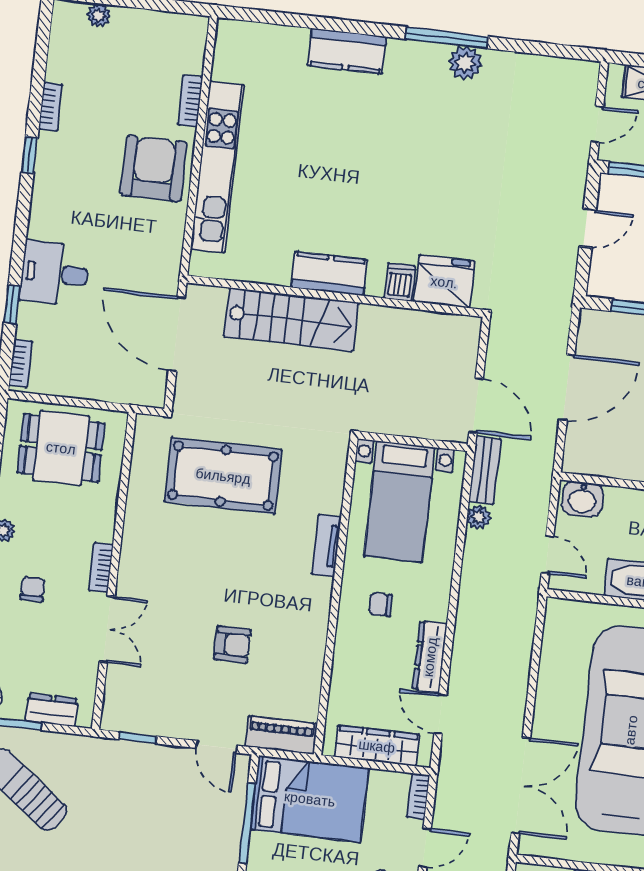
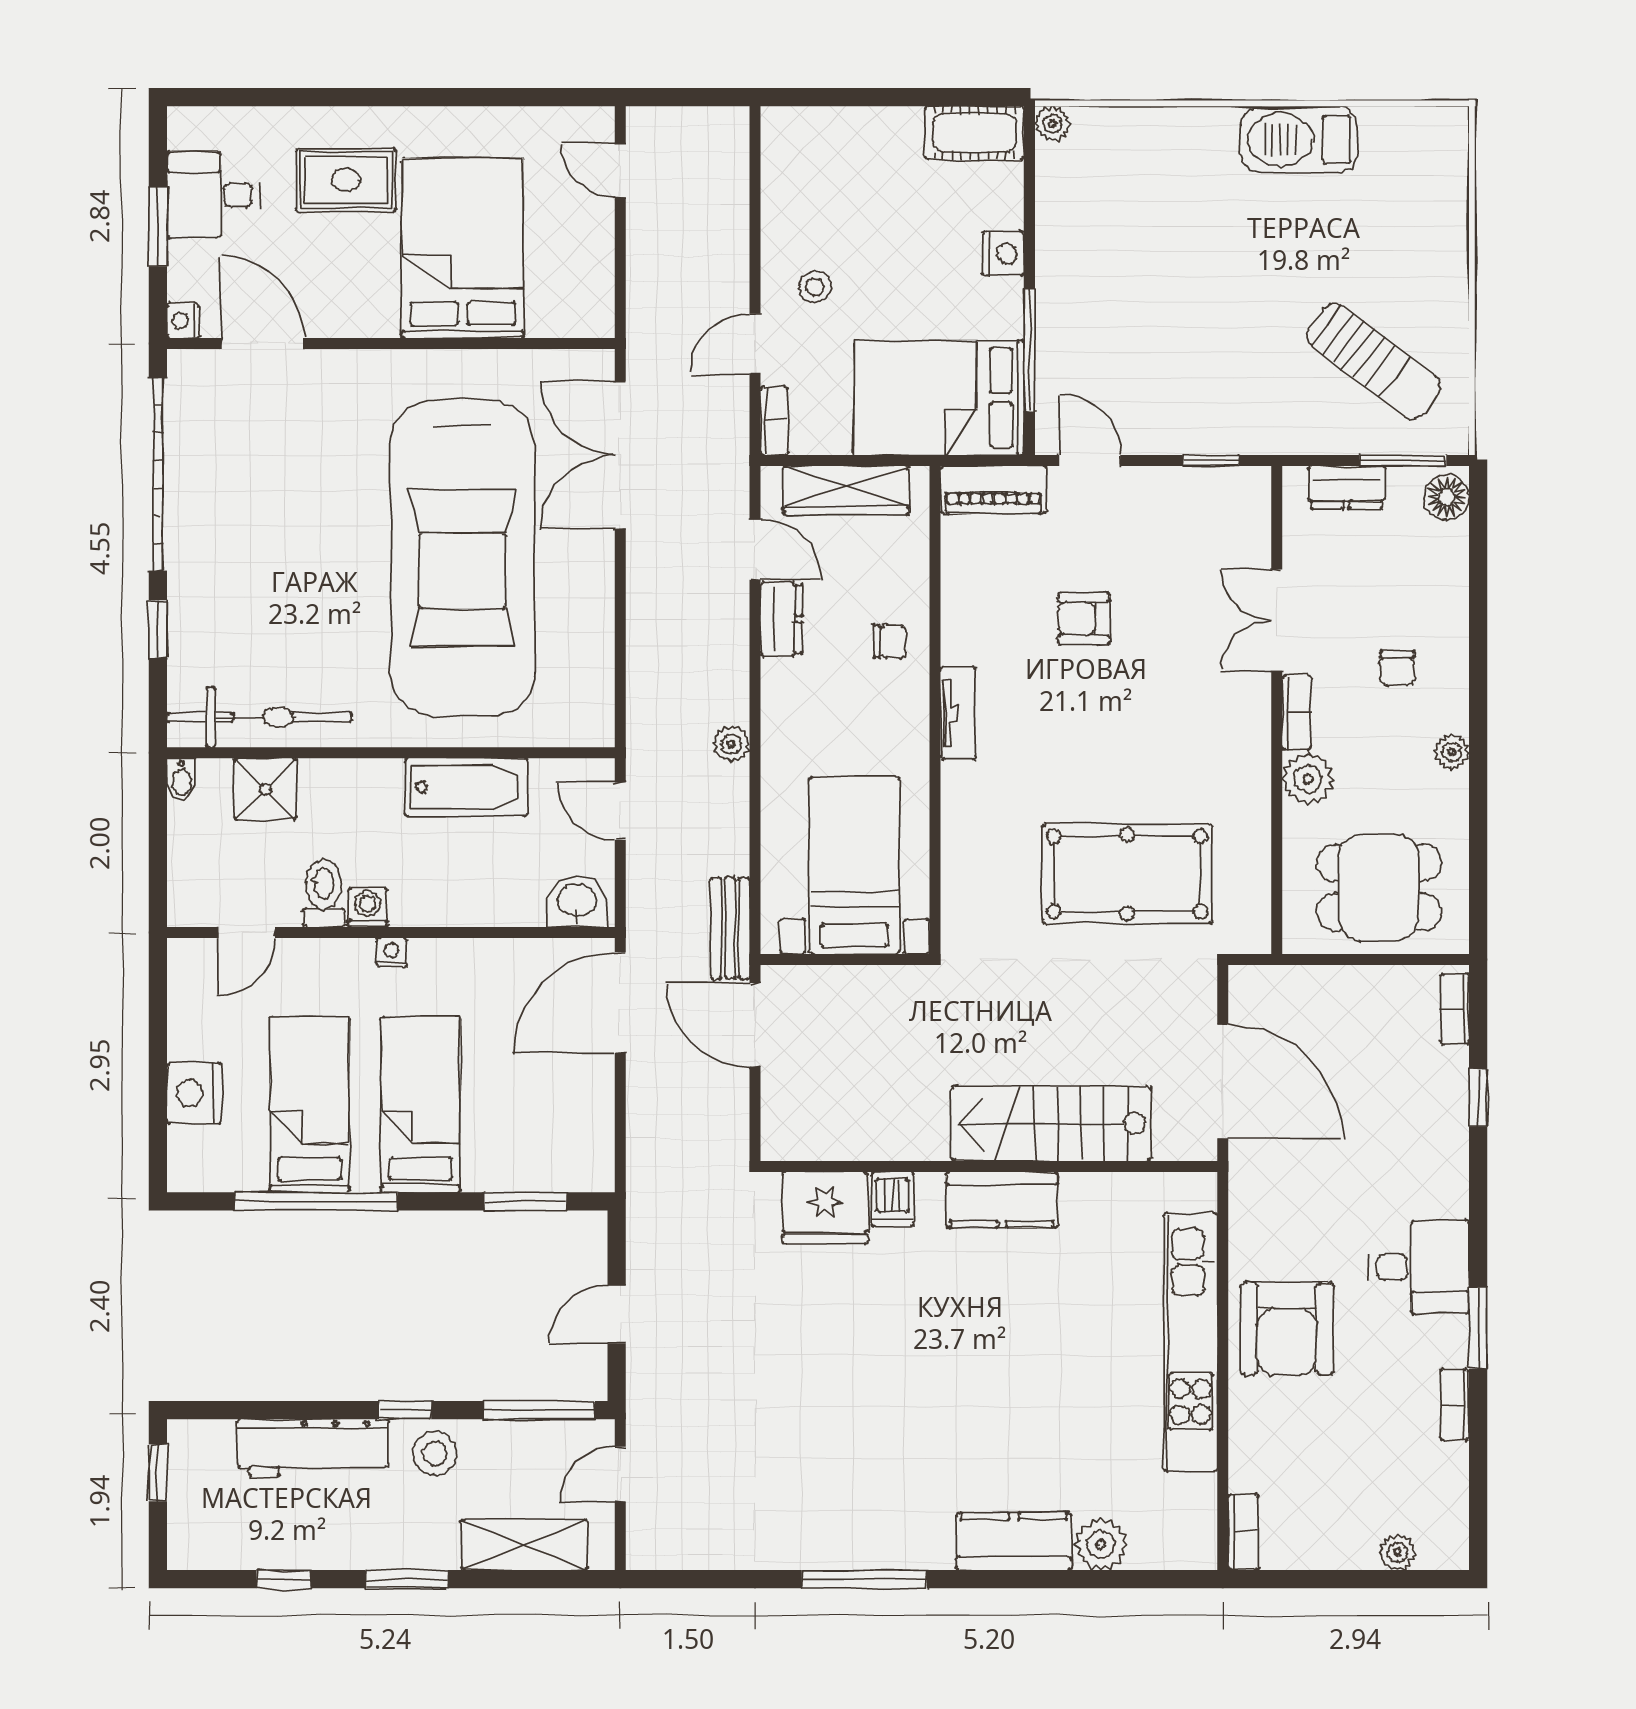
plant: (465, 63) -> (1101, 1544), moved
bookcase: (190, 101) -> (1243, 1532), moved
window: (30, 155) -> (1478, 1328), width x1.50
desk: (55, 273) -> (1419, 1267), moved
door: (567, 388) -> (620, 1003), moved
plant: (479, 517) -> (731, 744), moved
plant: (99, 524) -> (1308, 779), added
tv unit: (326, 546) -> (958, 713), moved
chair: (381, 605) -> (890, 641), moved
dresser: (430, 657) -> (781, 619), width x0.70

